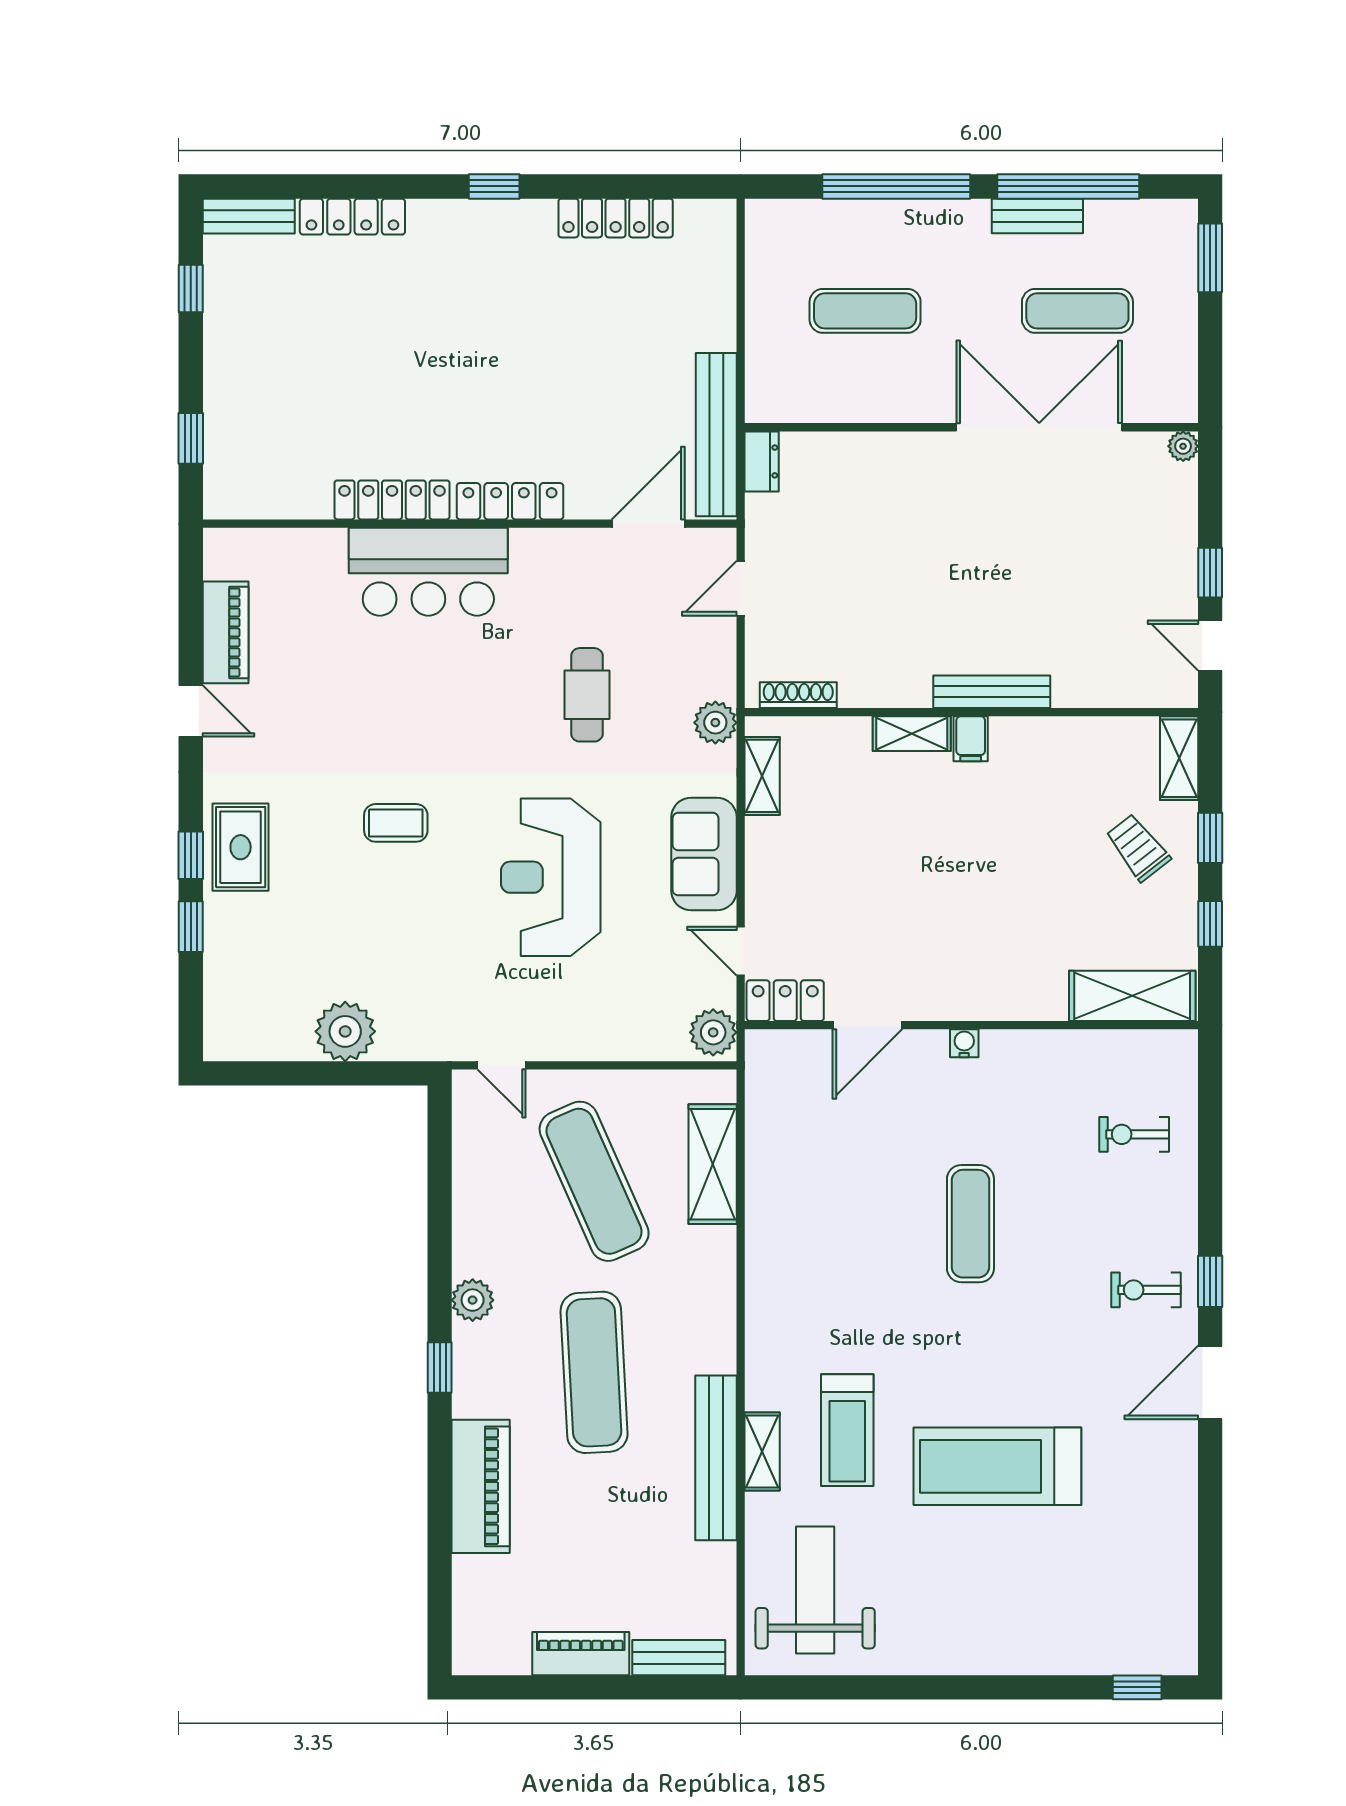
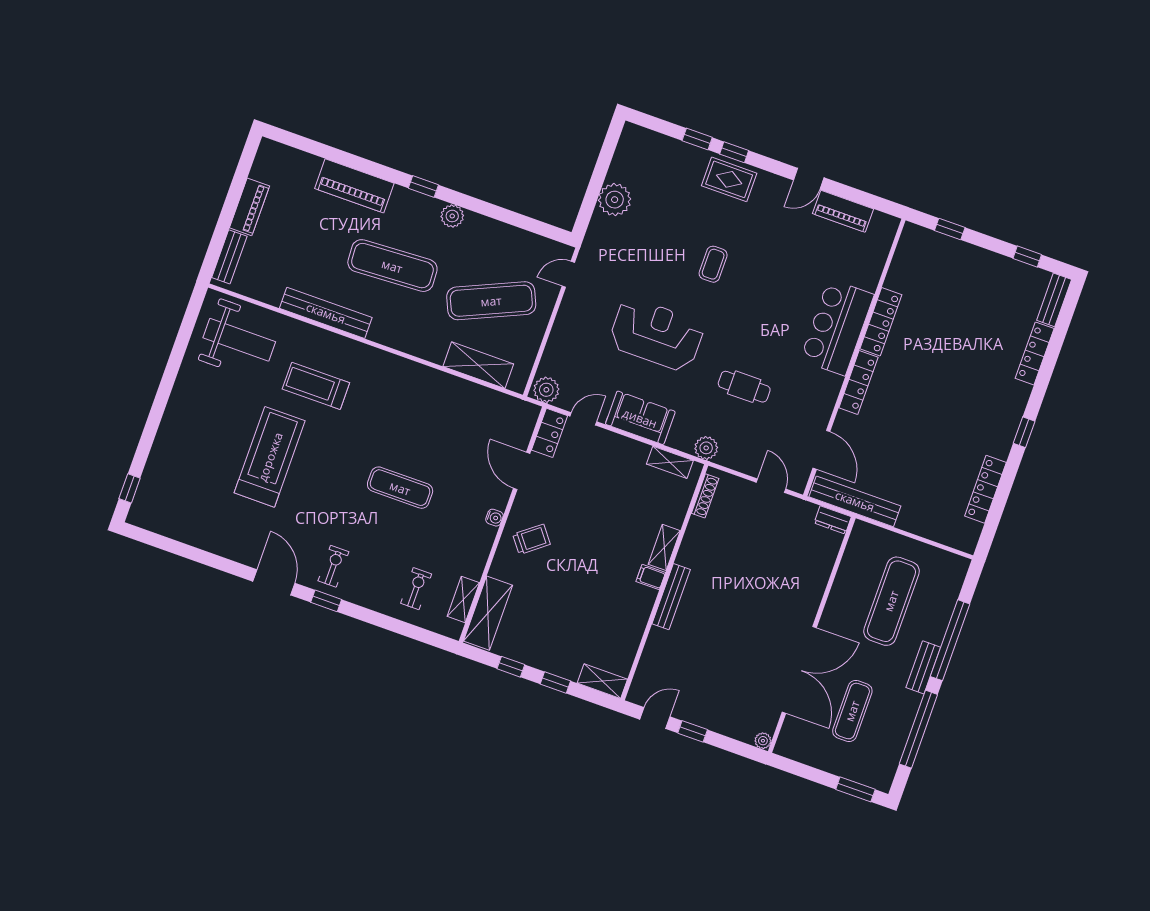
bench: (1037, 216) -> (923, 667), moved
exercise mat: (865, 311) -> (891, 601), width x1.36, depth x1.45
trolley: (1138, 848) -> (532, 539), moved
shelving: (762, 1451) -> (463, 599), moved, turned 90

